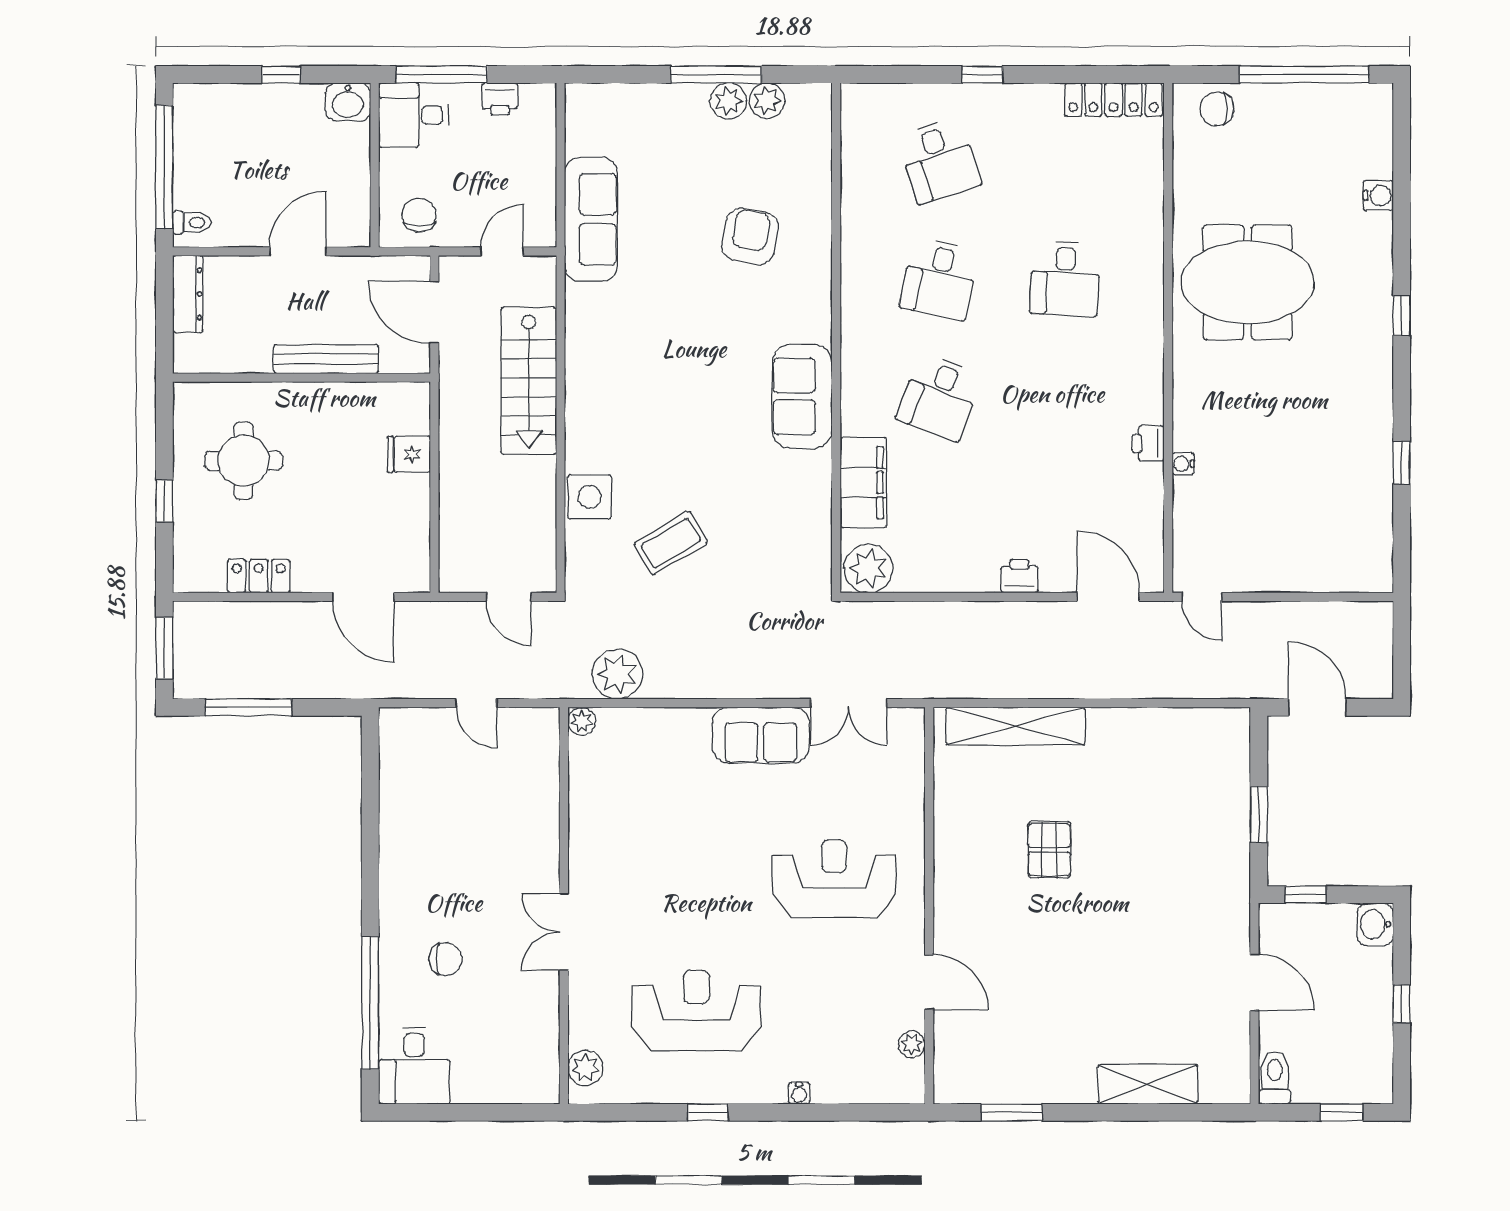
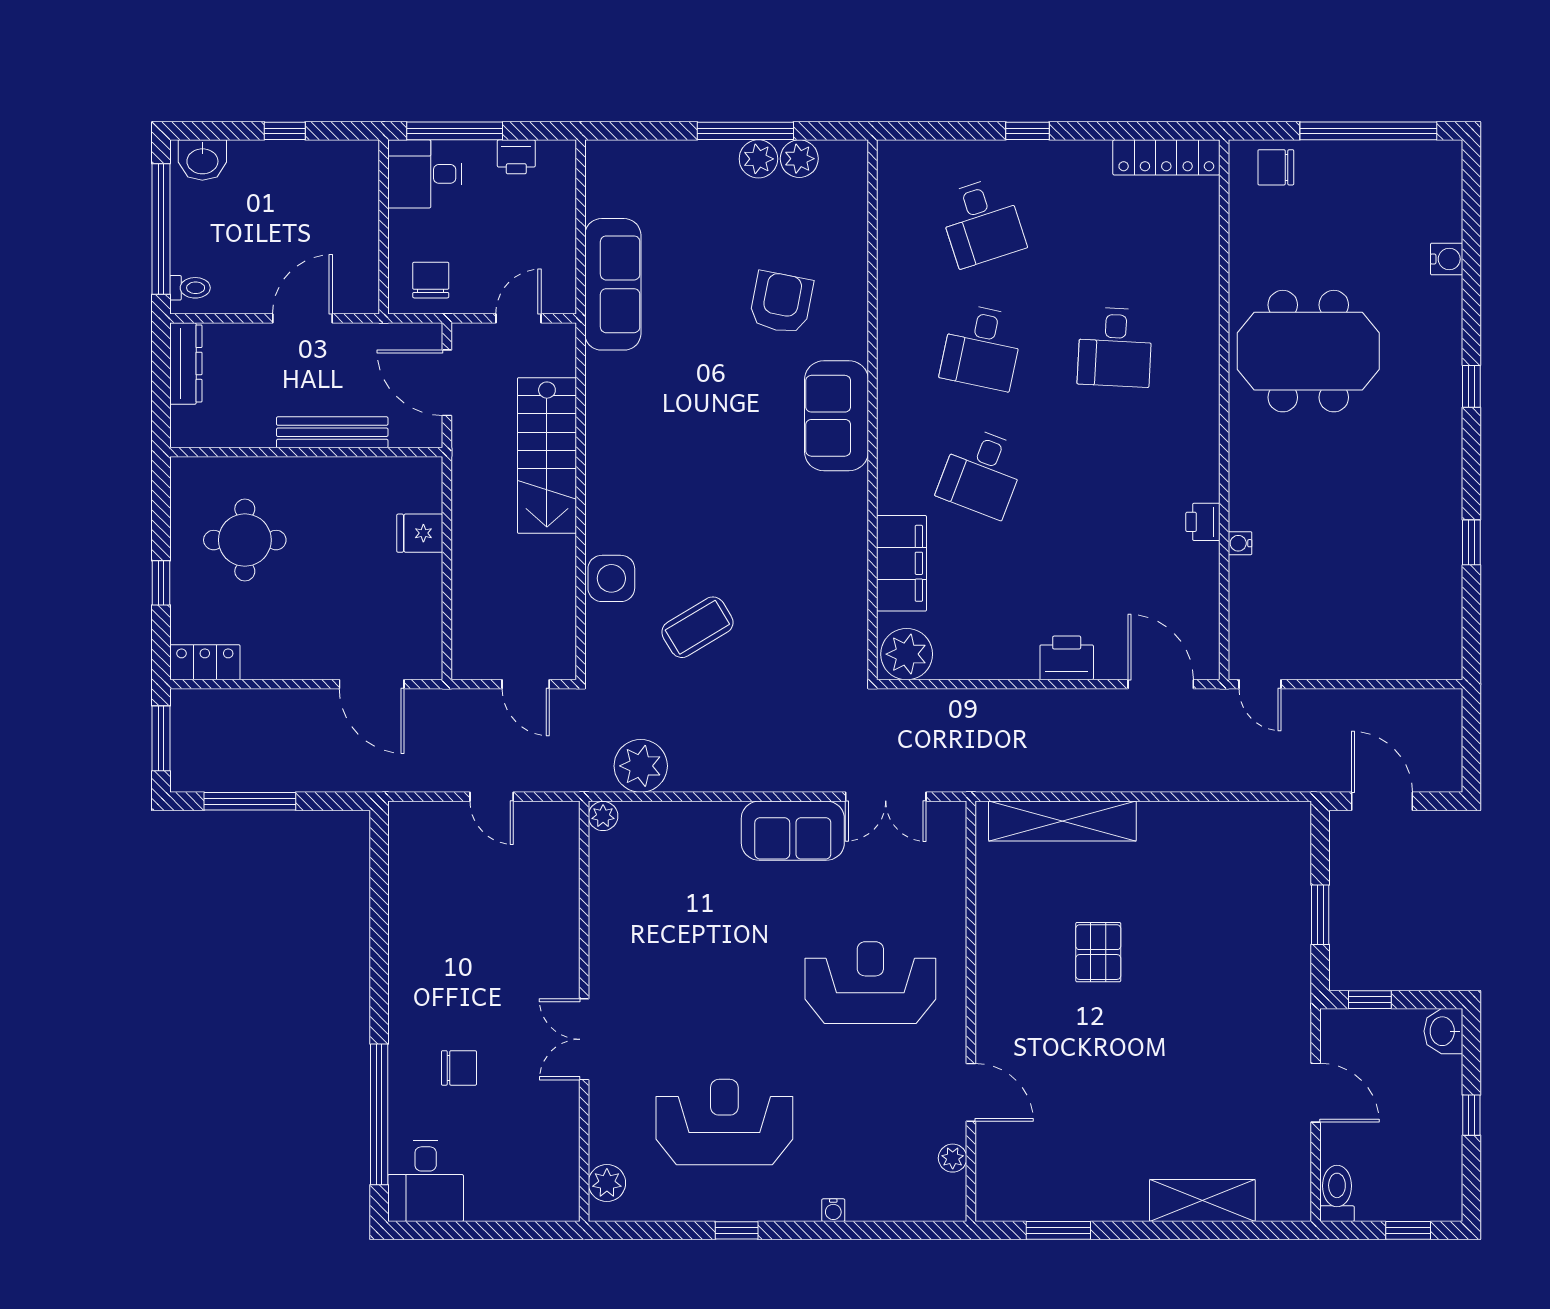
washbasin: (348, 102) -> (202, 160), moved
sofa: (802, 396) -> (836, 416), moved
locker: (259, 576) -> (205, 662), moved
printer: (1019, 576) -> (1067, 658), width x1.36, depth x1.24

